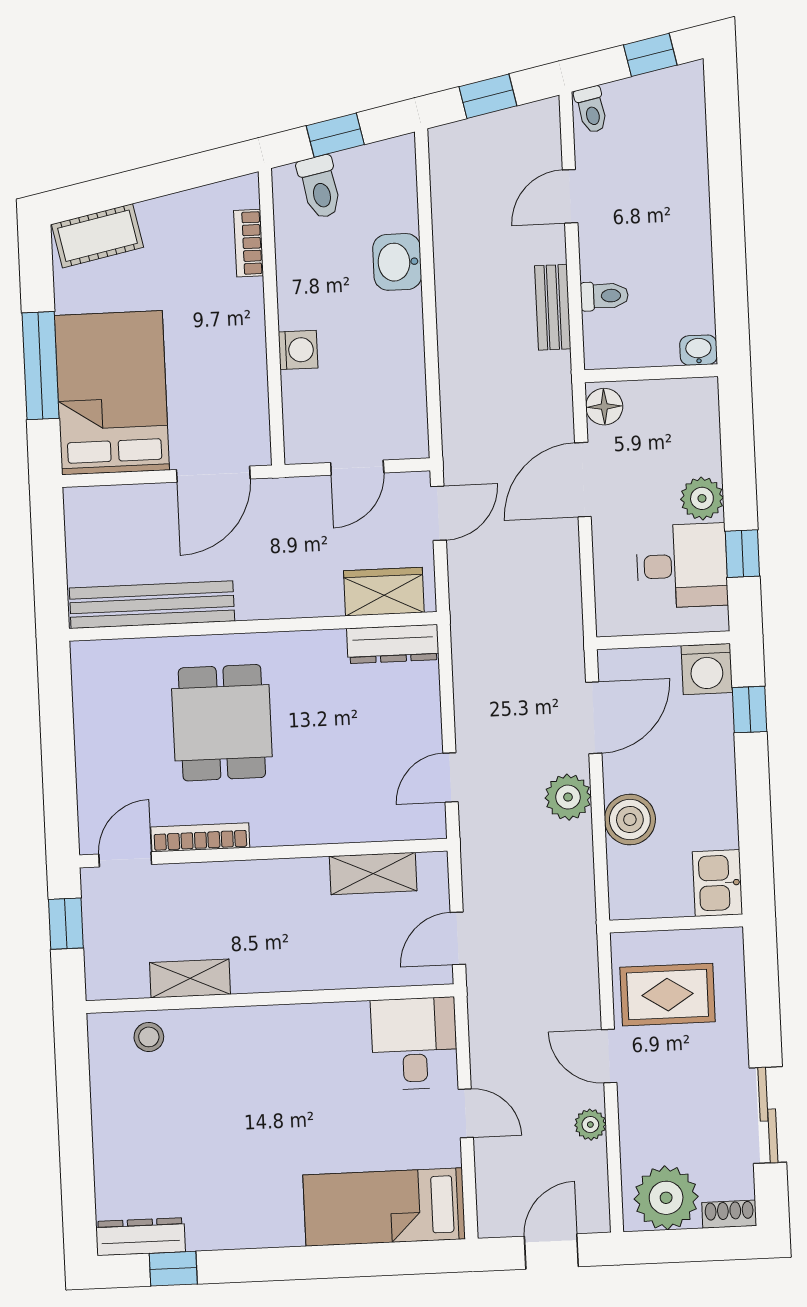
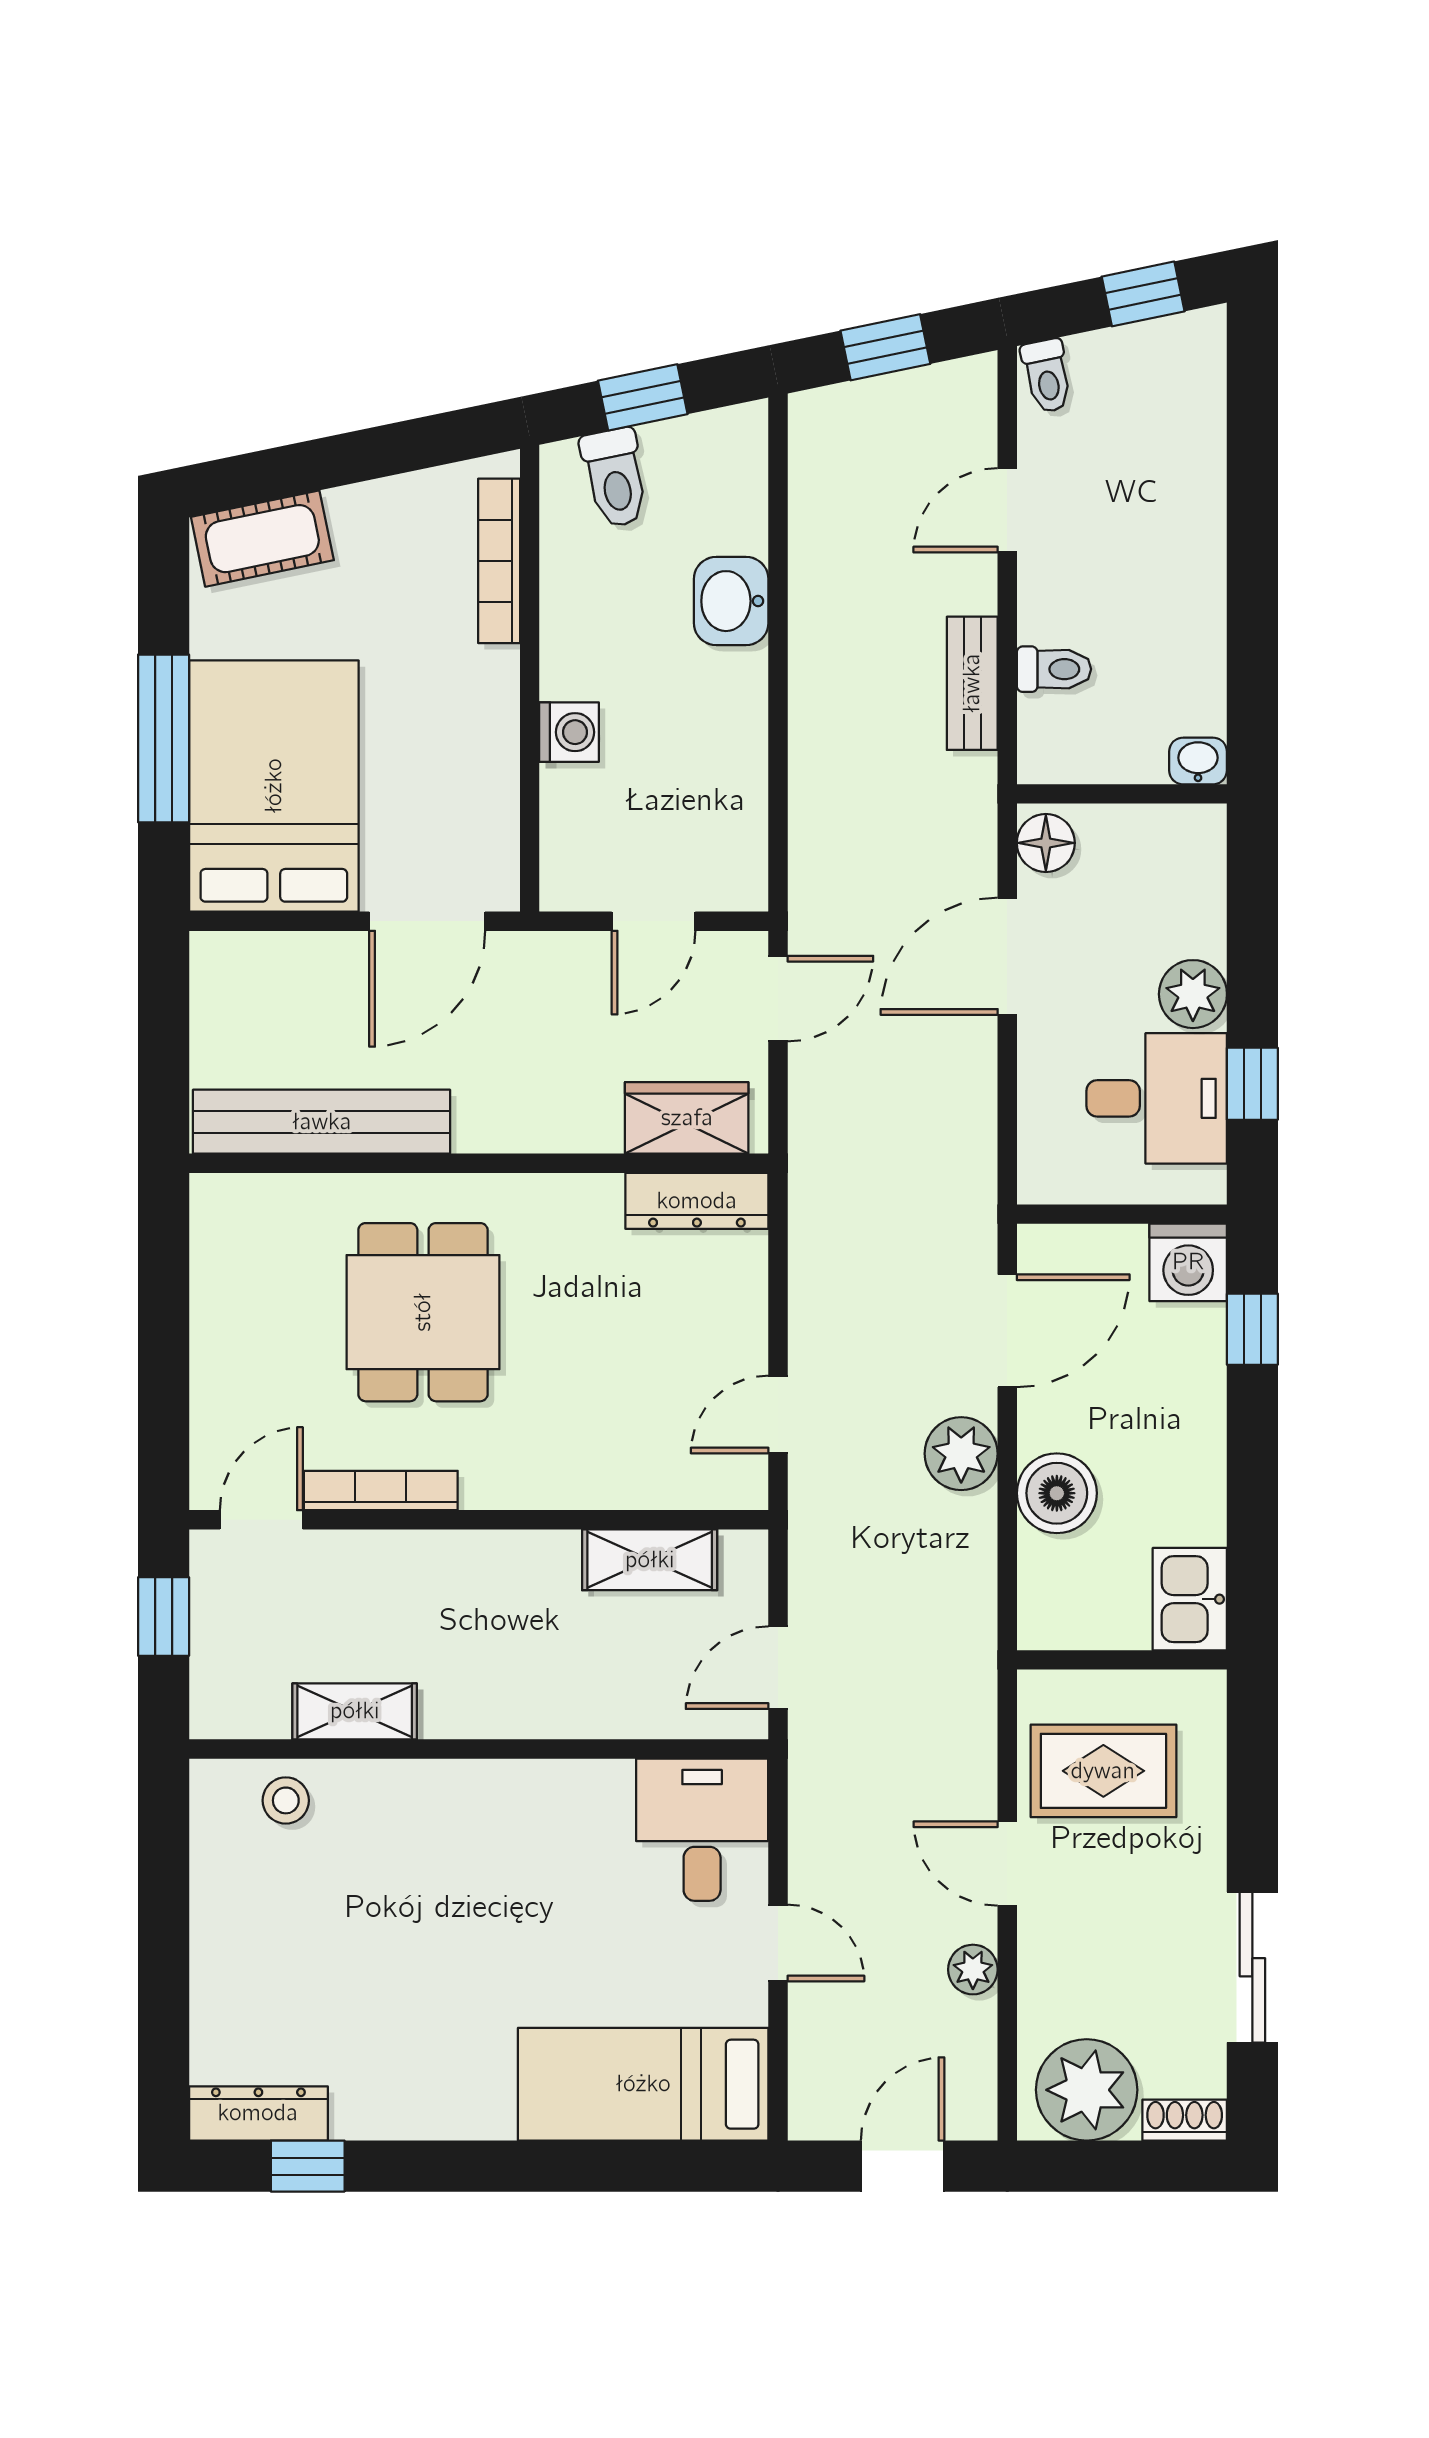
bookcase: (249, 243) -> (499, 561), width x1.56

